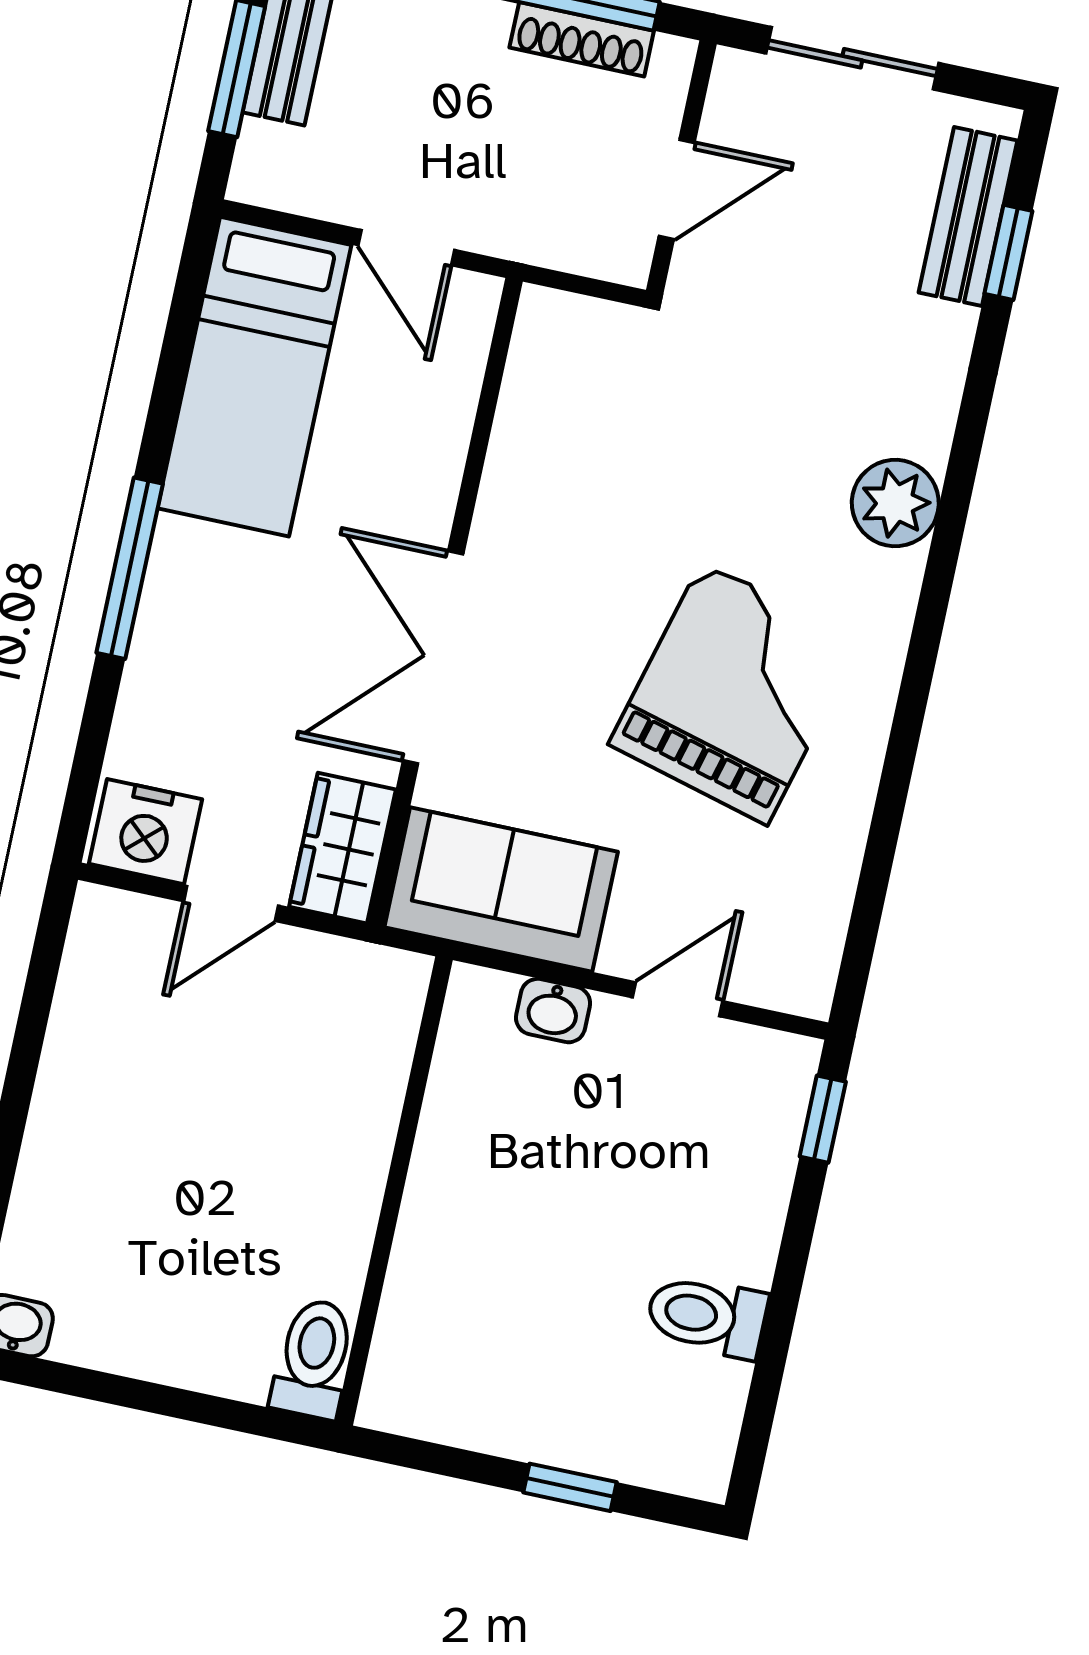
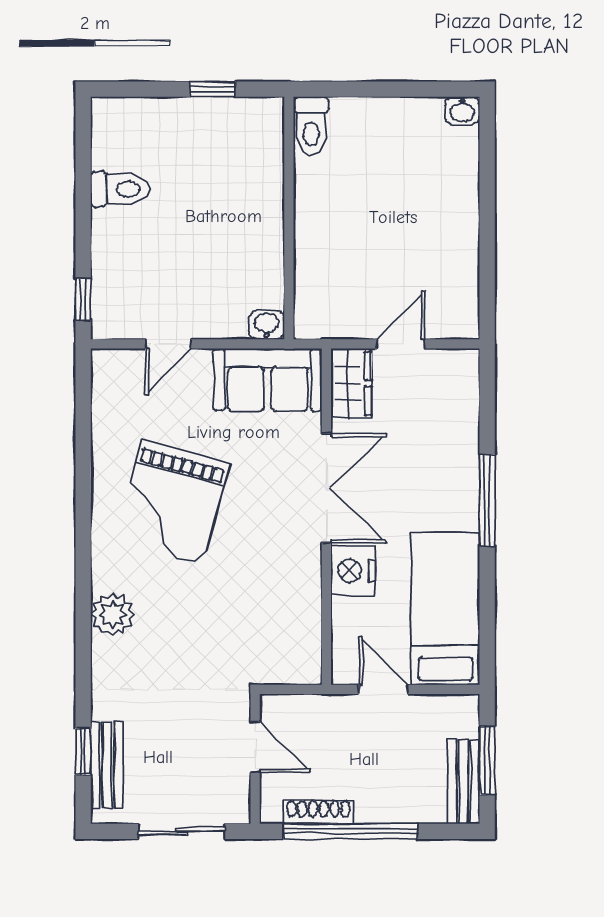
door: (677, 189) -> (255, 747), swing flipped
nightstand: (146, 832) -> (353, 571), moved, turned -90
washbasin: (553, 1011) -> (267, 325), moved
window: (570, 1487) -> (212, 89), moved

